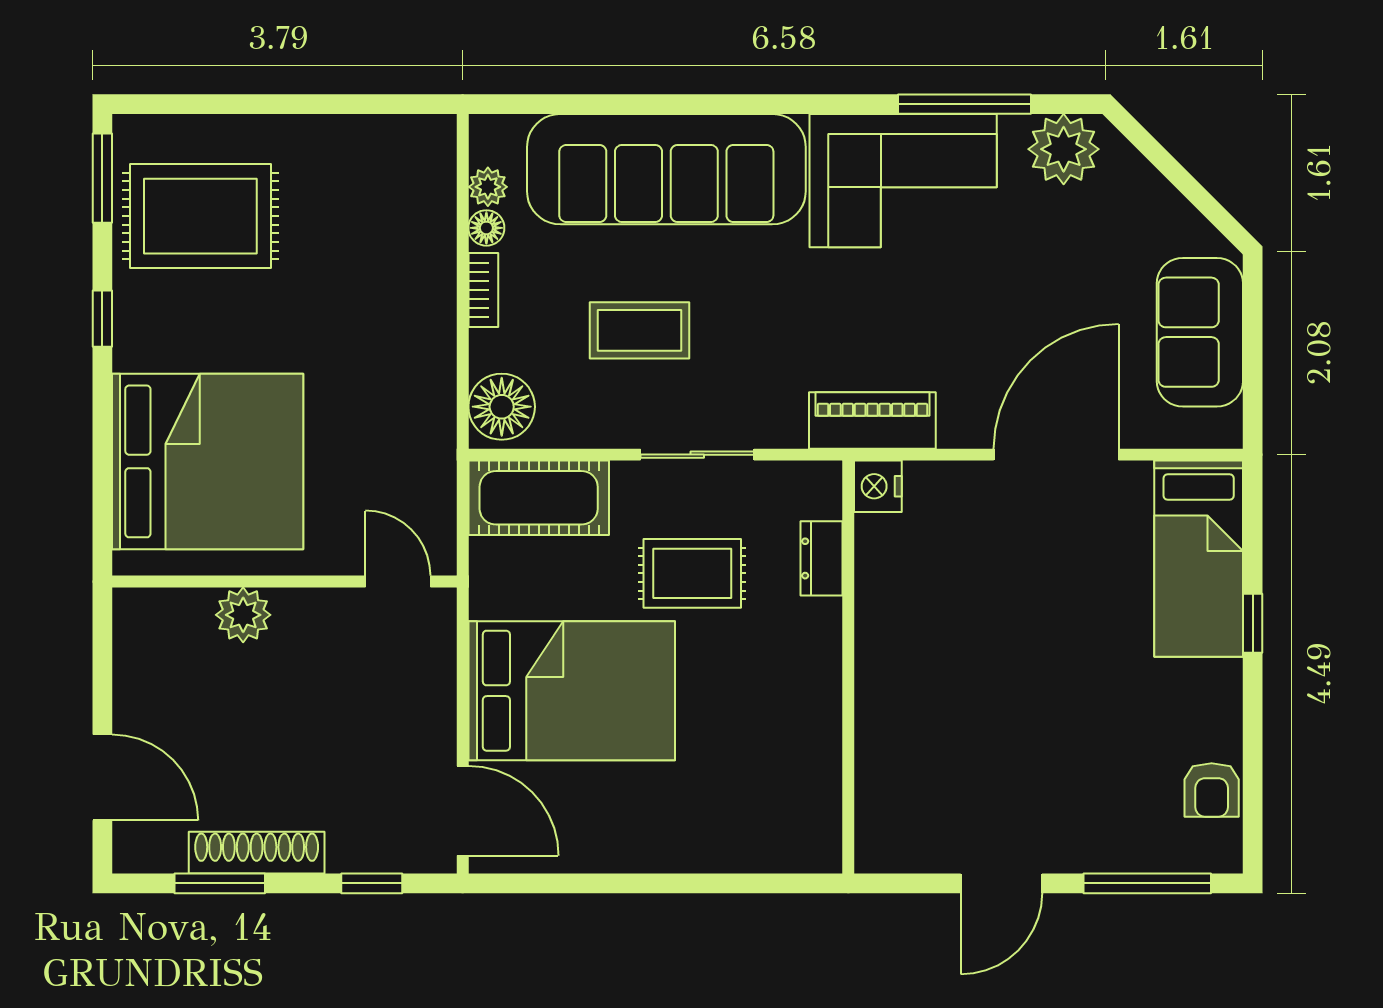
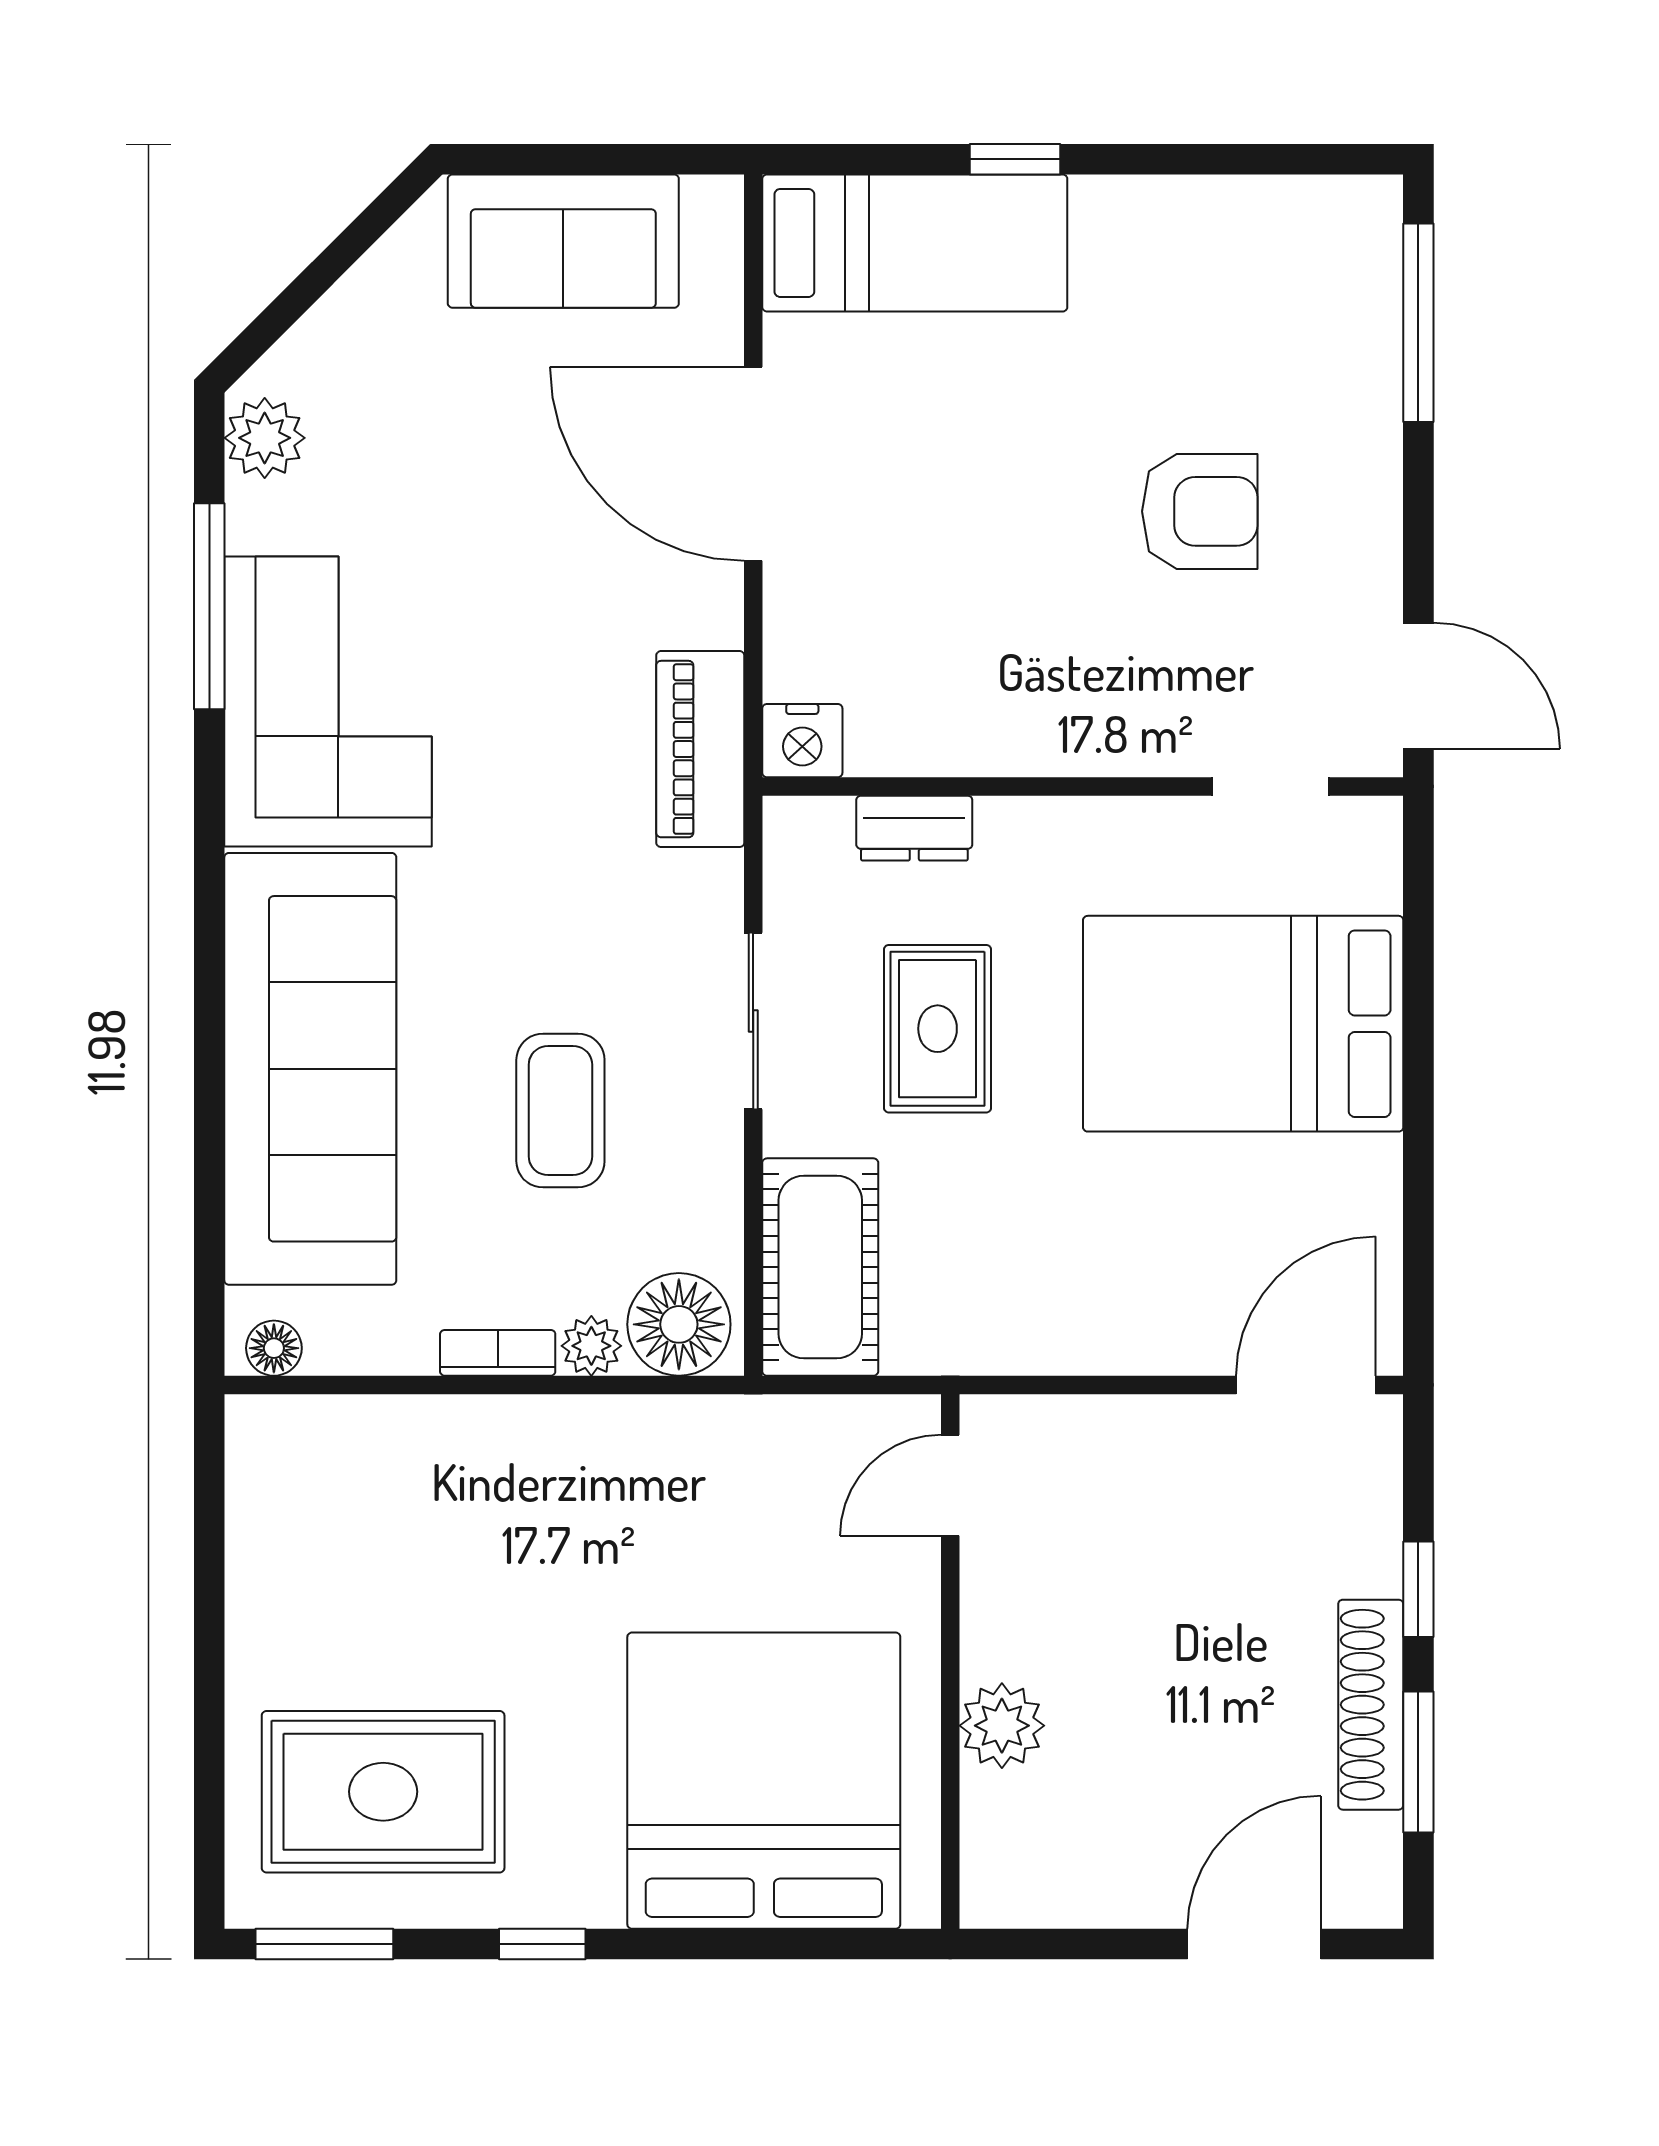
plant: (1064, 149) -> (265, 438), width x0.73, depth x0.73
plant: (488, 187) -> (591, 1346), moved
rug: (200, 216) -> (383, 1792), turned 90
floor lamp: (486, 228) -> (274, 1348), moved
bed: (572, 691) -> (1243, 1024), moved, turned -90
doorway: (848, 788) -> (1270, 786), added
armchair: (1212, 790) -> (1200, 511), moved, width x1.38, depth x1.38
window: (372, 883) -> (1418, 1589), moved
door: (1001, 883) -> (1418, 686), moved

